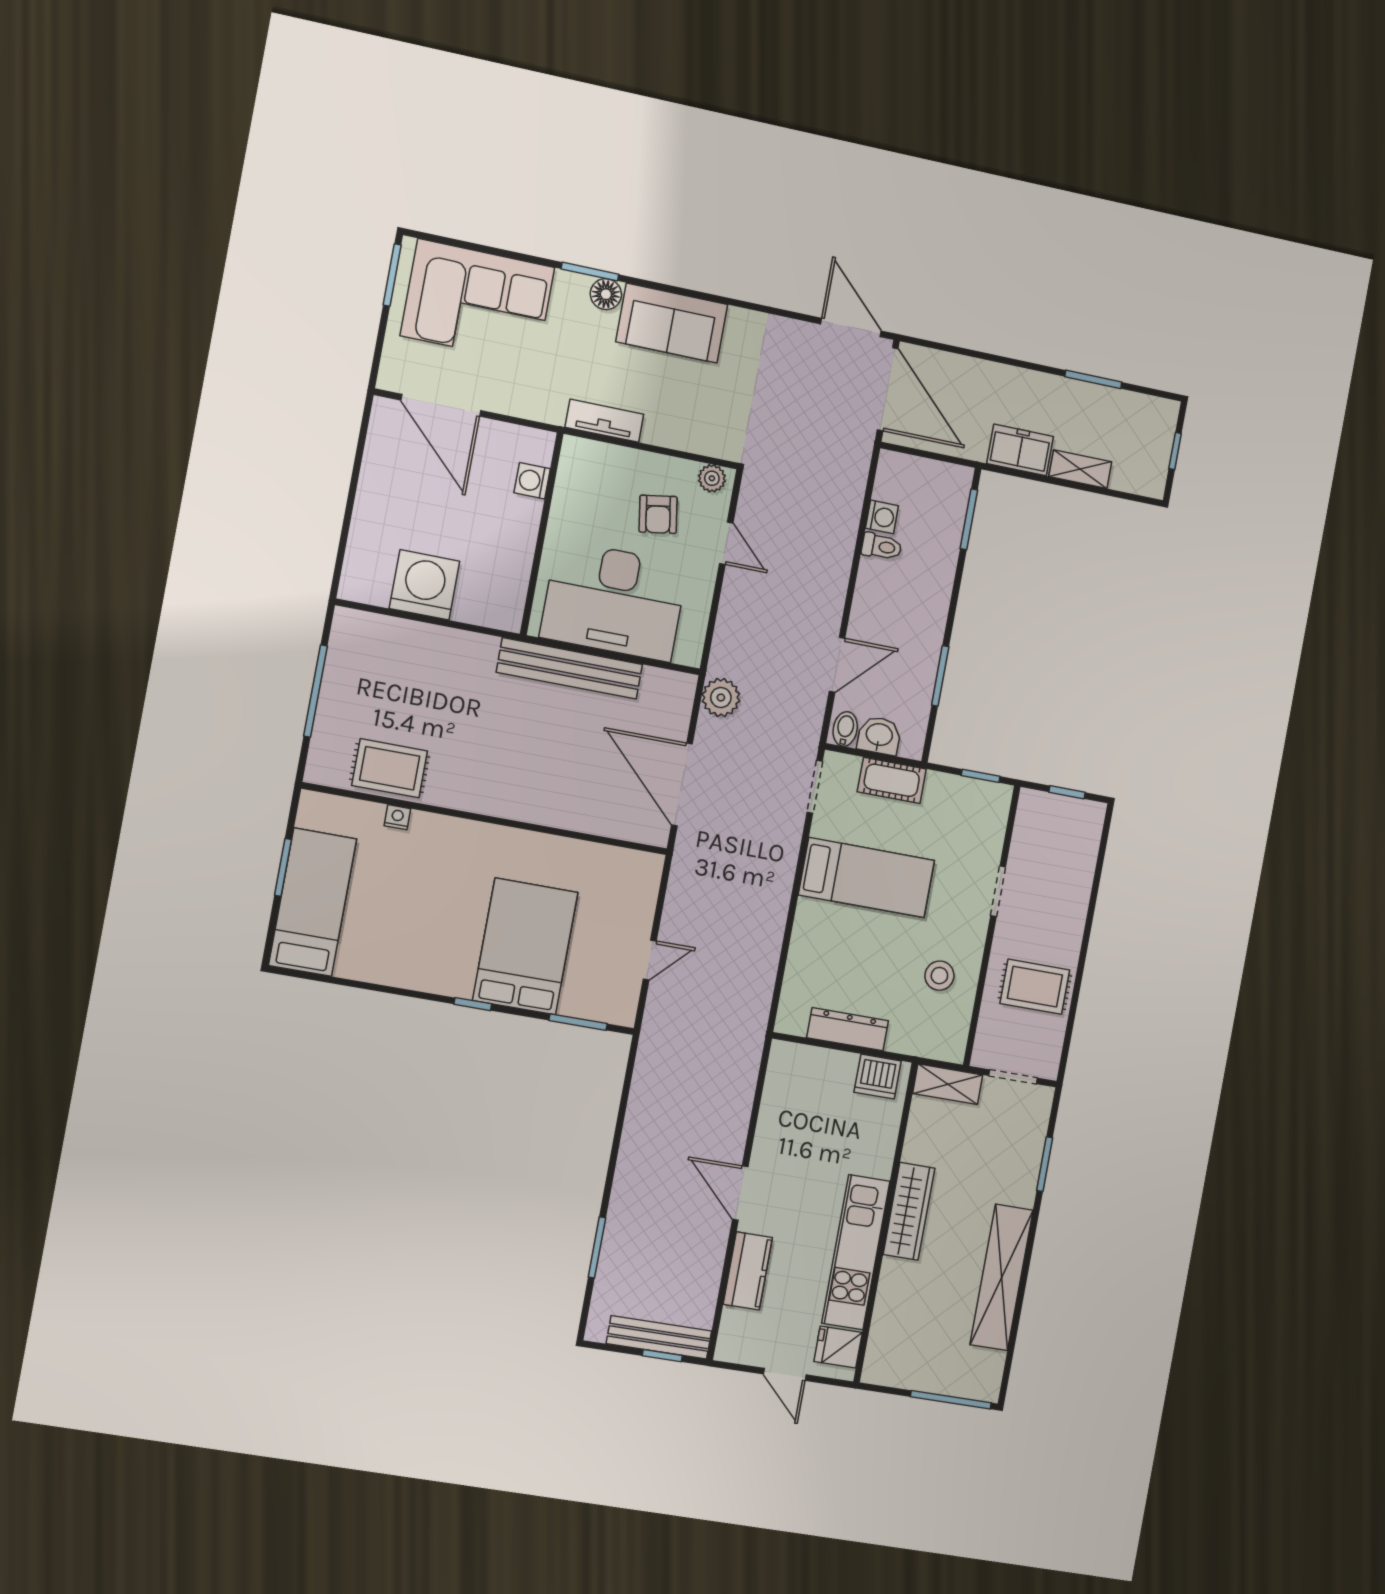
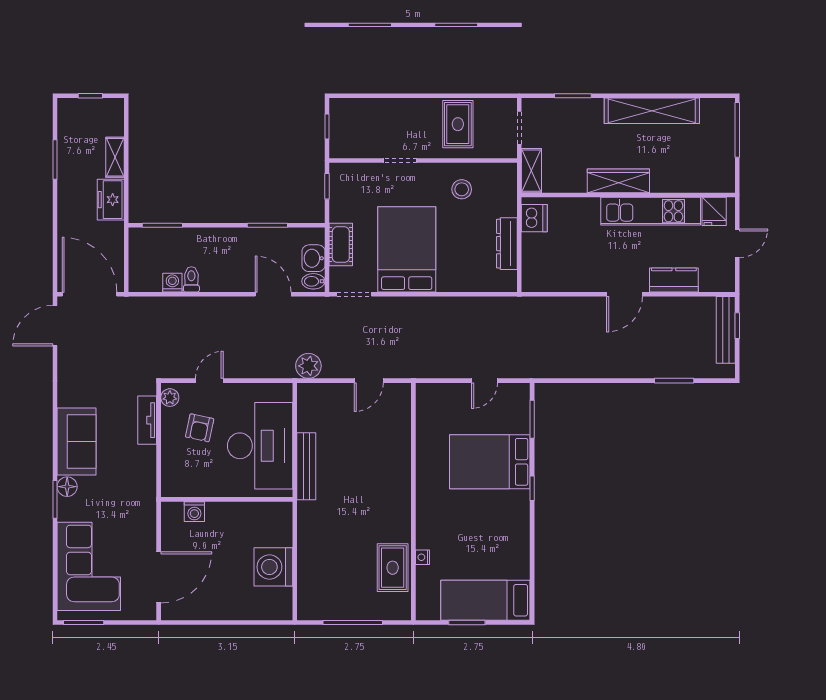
door: (888, 389) -> (90, 294), hinge flipped
tv unit: (604, 421) -> (147, 420), moved
armchair: (658, 514) -> (200, 428), turned 111
bench: (570, 668) -> (306, 466), width x0.73, depth x0.82
door: (682, 784) -> (369, 381), width x0.53
bed: (867, 878) -> (407, 249), width x1.50
door: (650, 960) -> (485, 381), swing flipped

